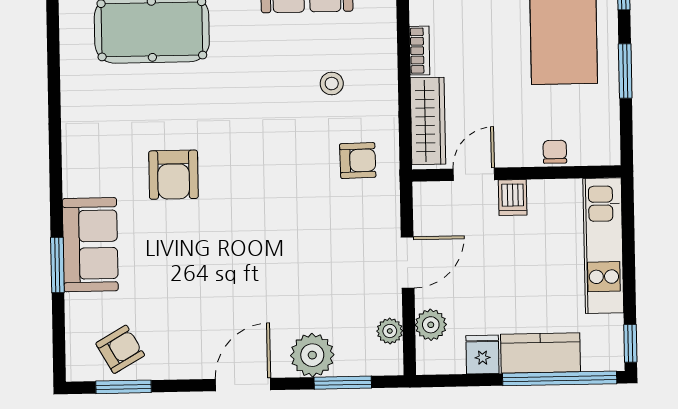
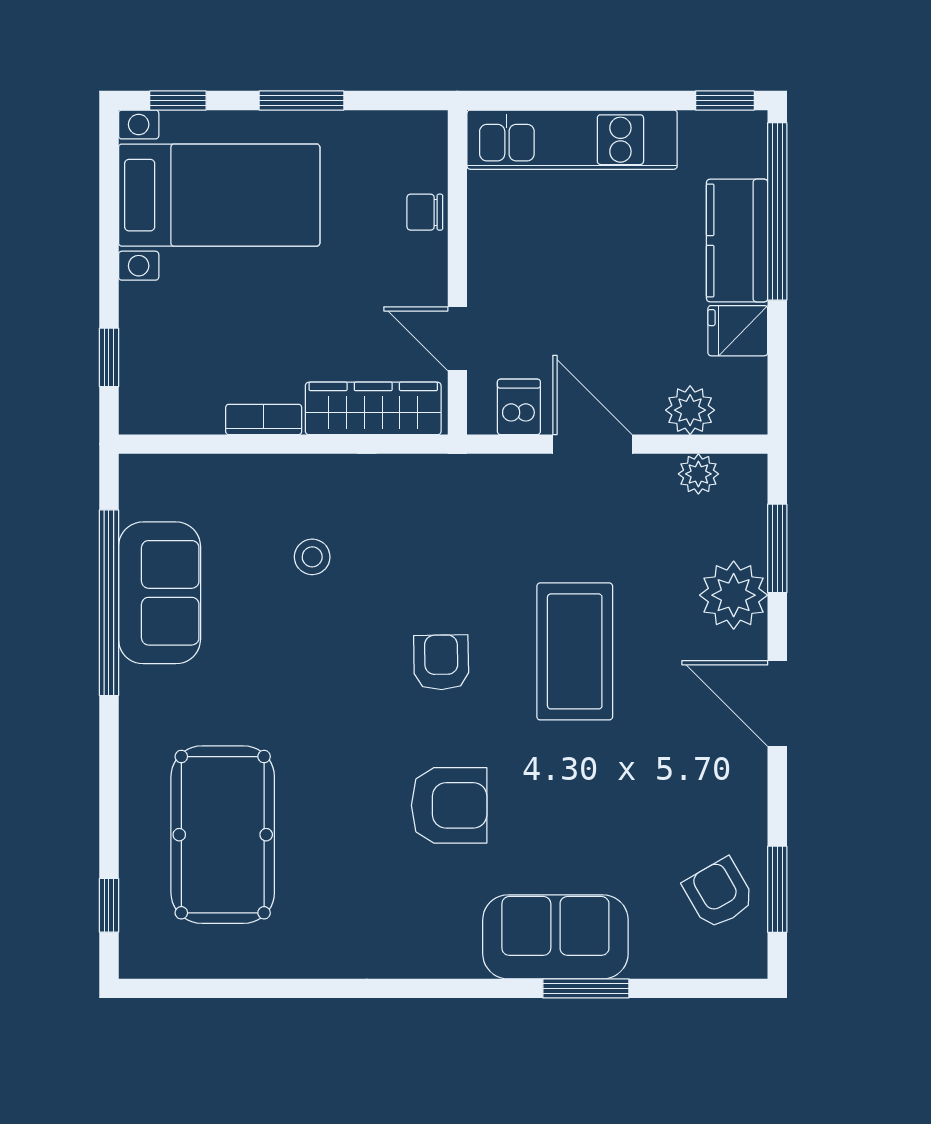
armchair: (358, 161) -> (441, 662), moved
dishwasher: (513, 198) -> (519, 407), moved, turned -90
coffee table: (274, 254) -> (575, 651), added

